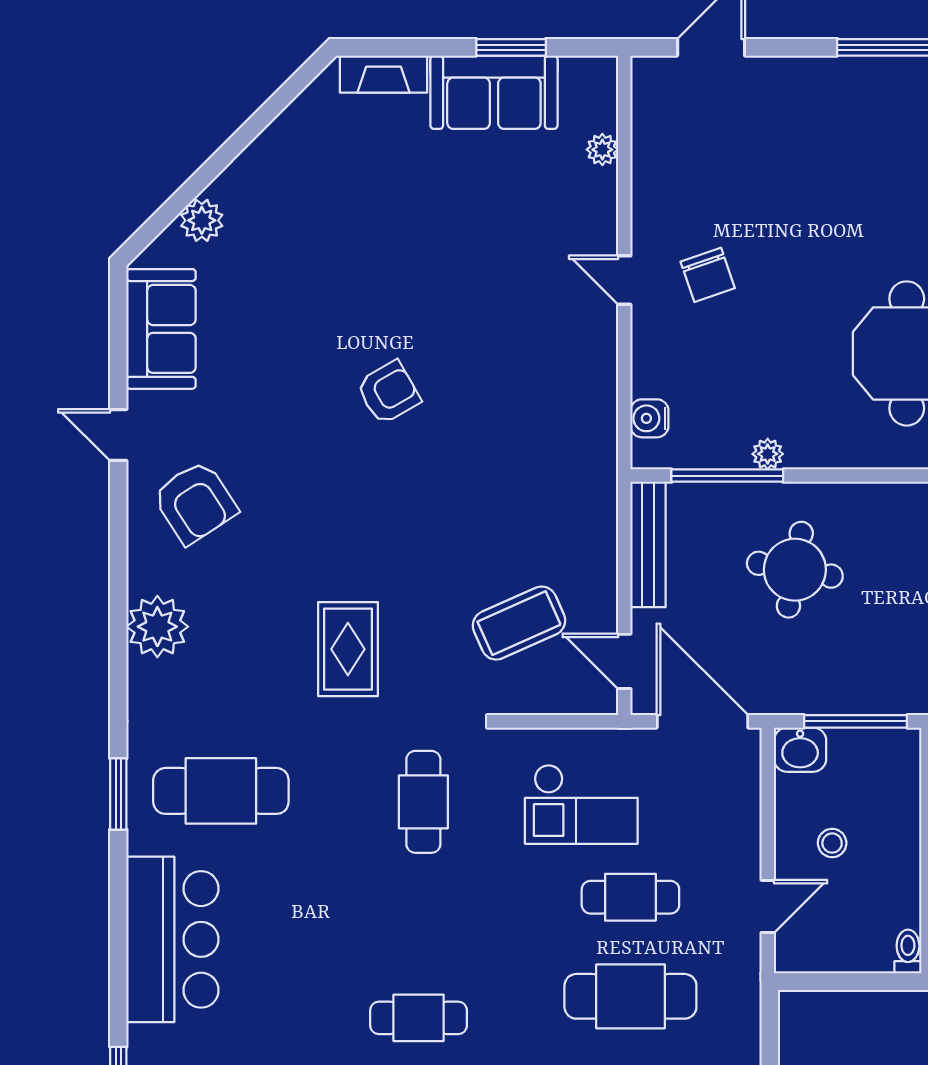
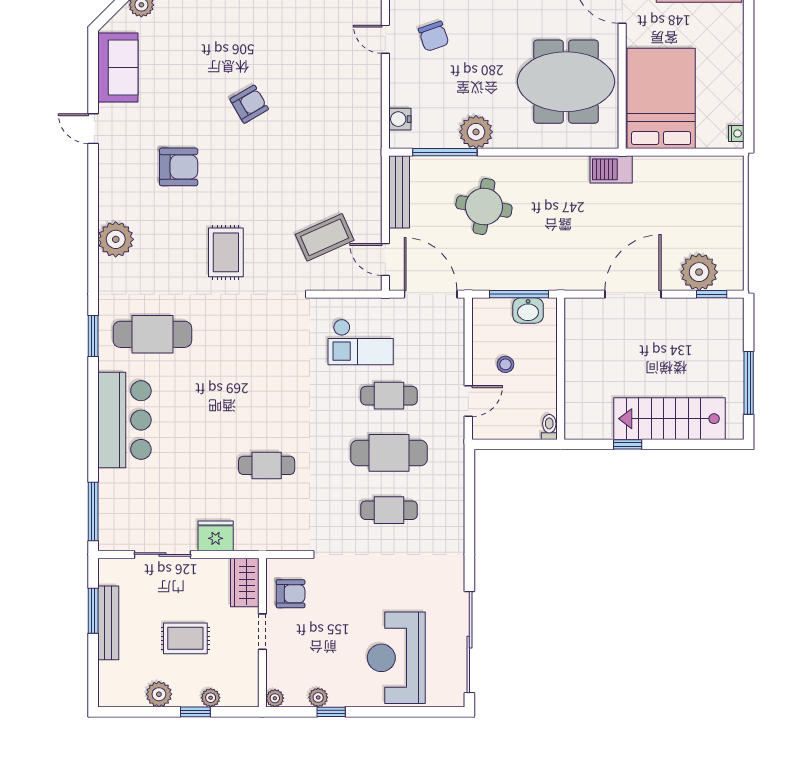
plant: (768, 454) -> (476, 132), width x1.88, depth x1.88
armchair: (195, 502) -> (179, 167), moved, turned -57
washbasin: (800, 750) -> (528, 310), moved
cafe table: (423, 802) -> (269, 341), removed

